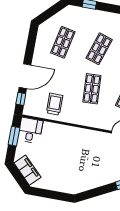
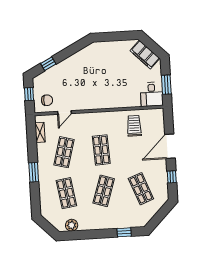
shop shelf: (63, 42) -> (141, 189), turned -33
window: (21, 99) -> (172, 177), moved
trolley: (55, 104) -> (134, 126), turned 180

